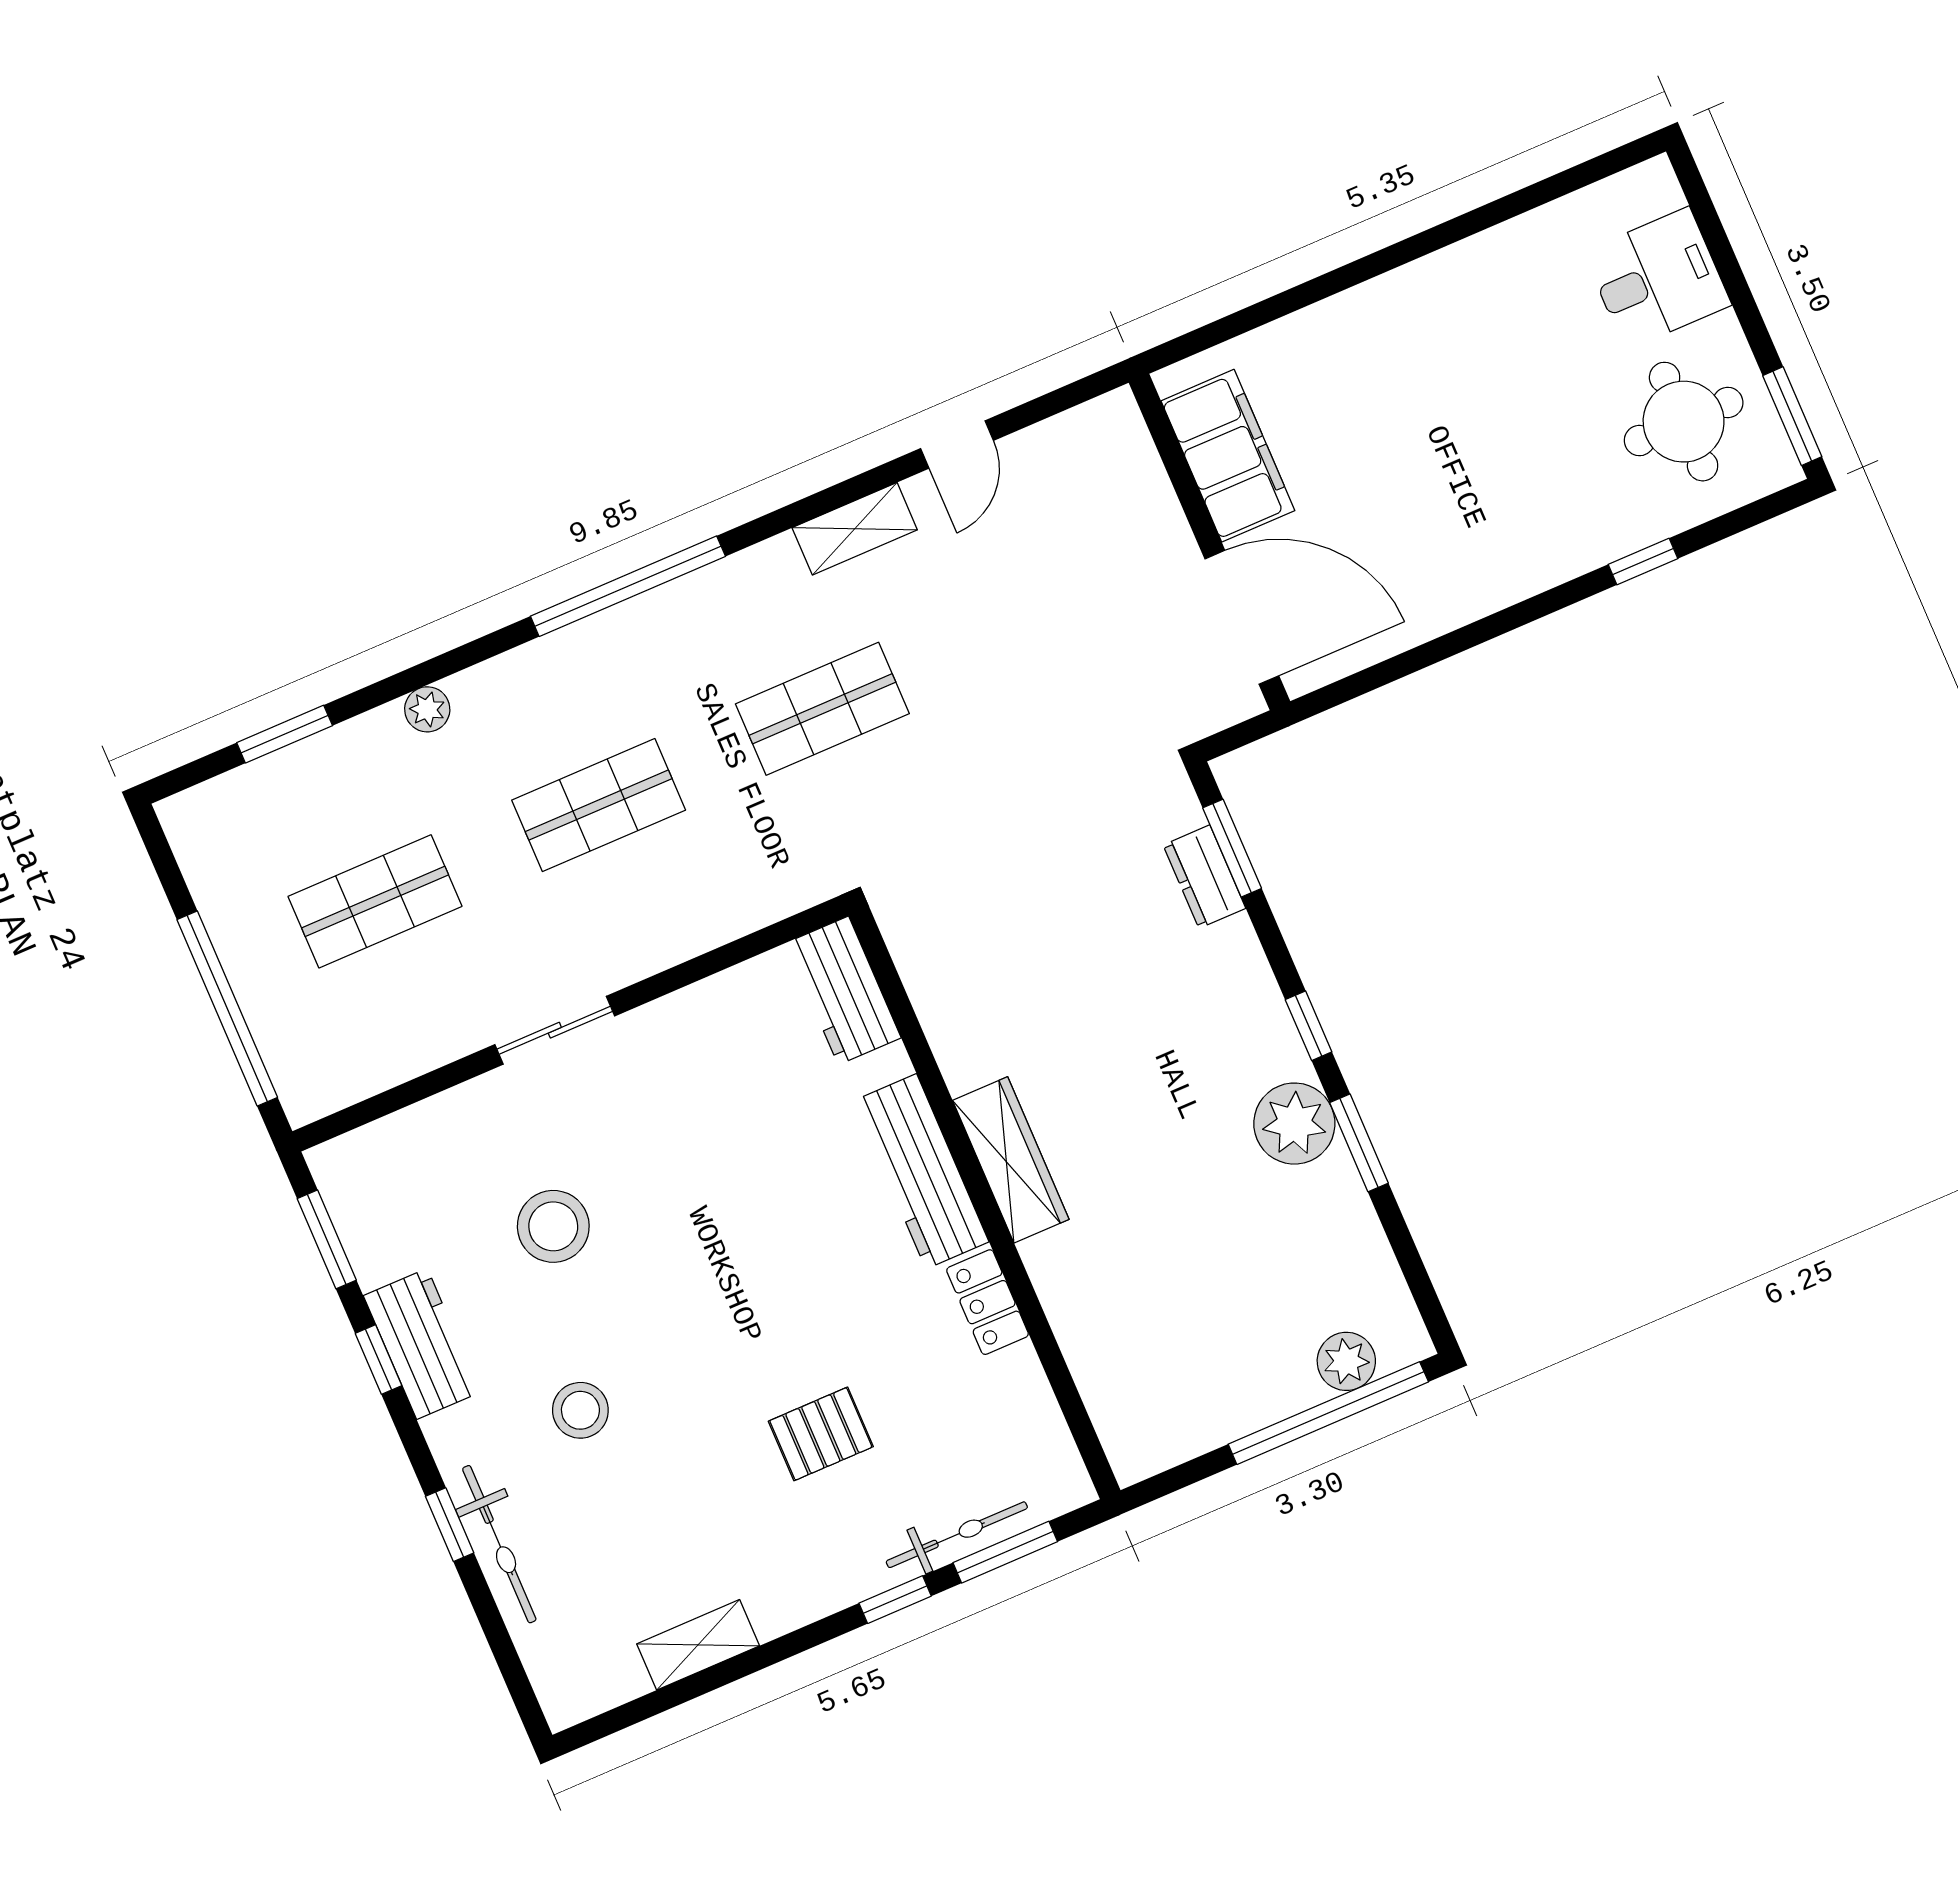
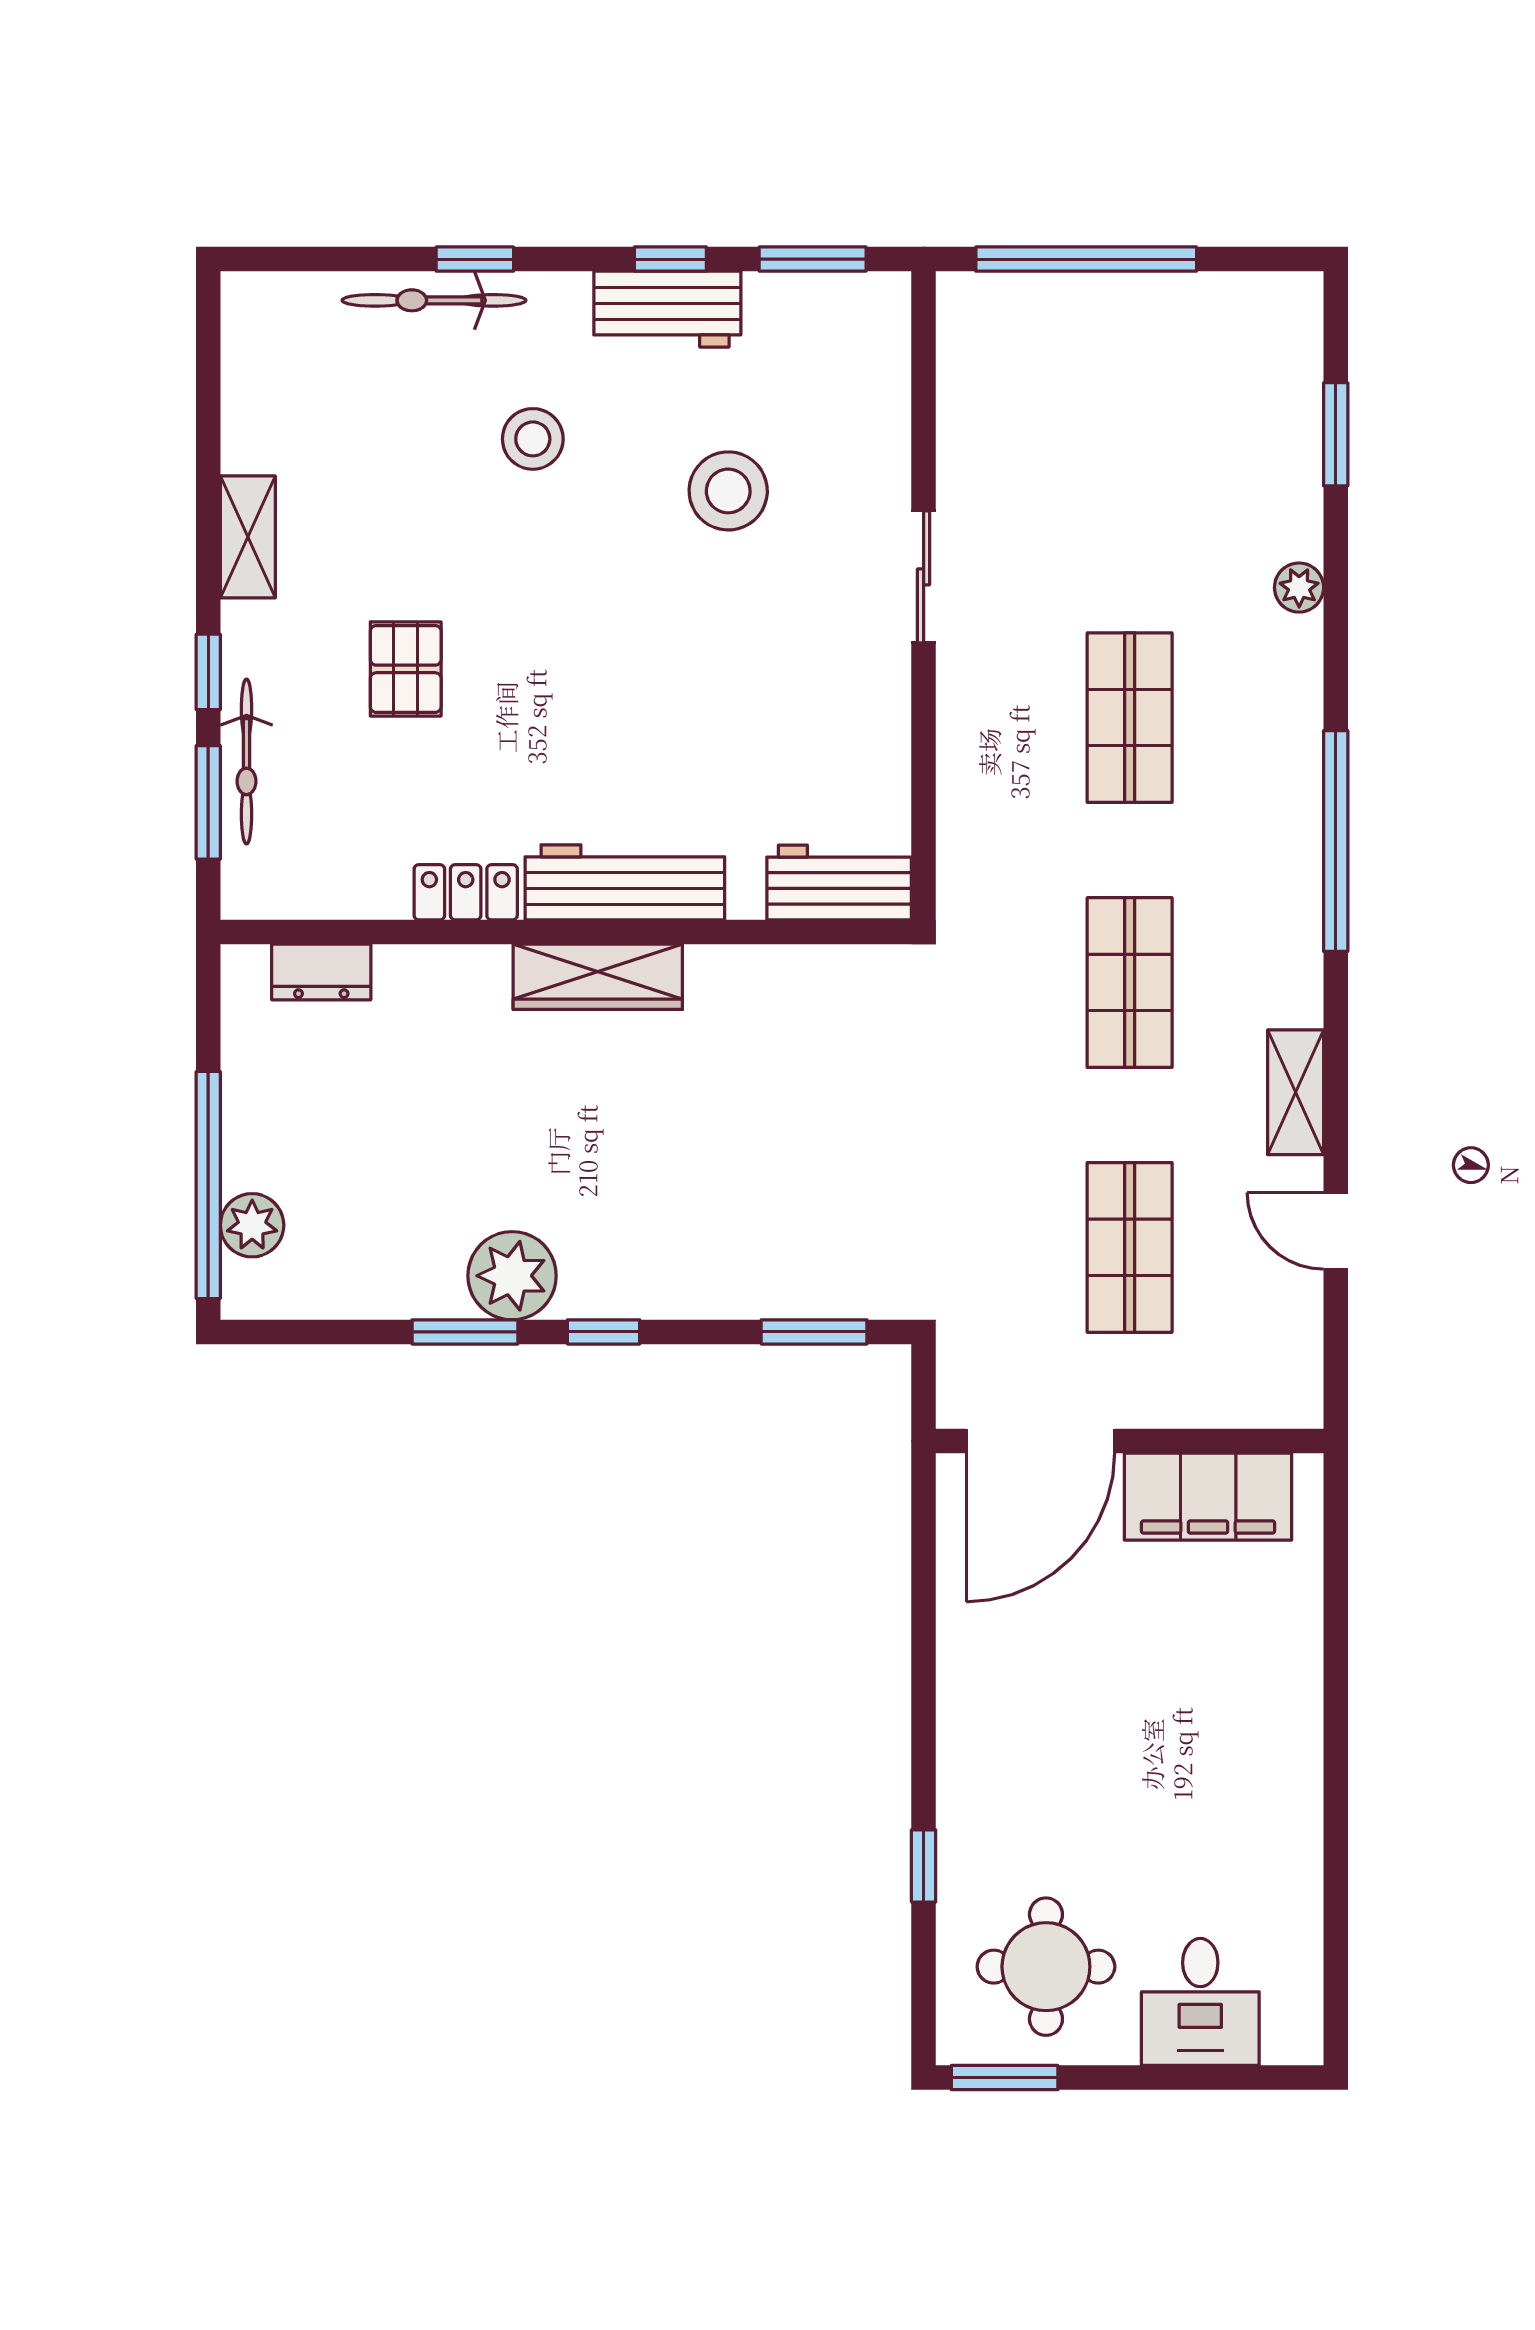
dresser: (1204, 877) -> (321, 972), moved, turned 180
shop shelf: (375, 901) -> (1130, 1247), moved
shelving: (698, 1645) -> (248, 537), moved

